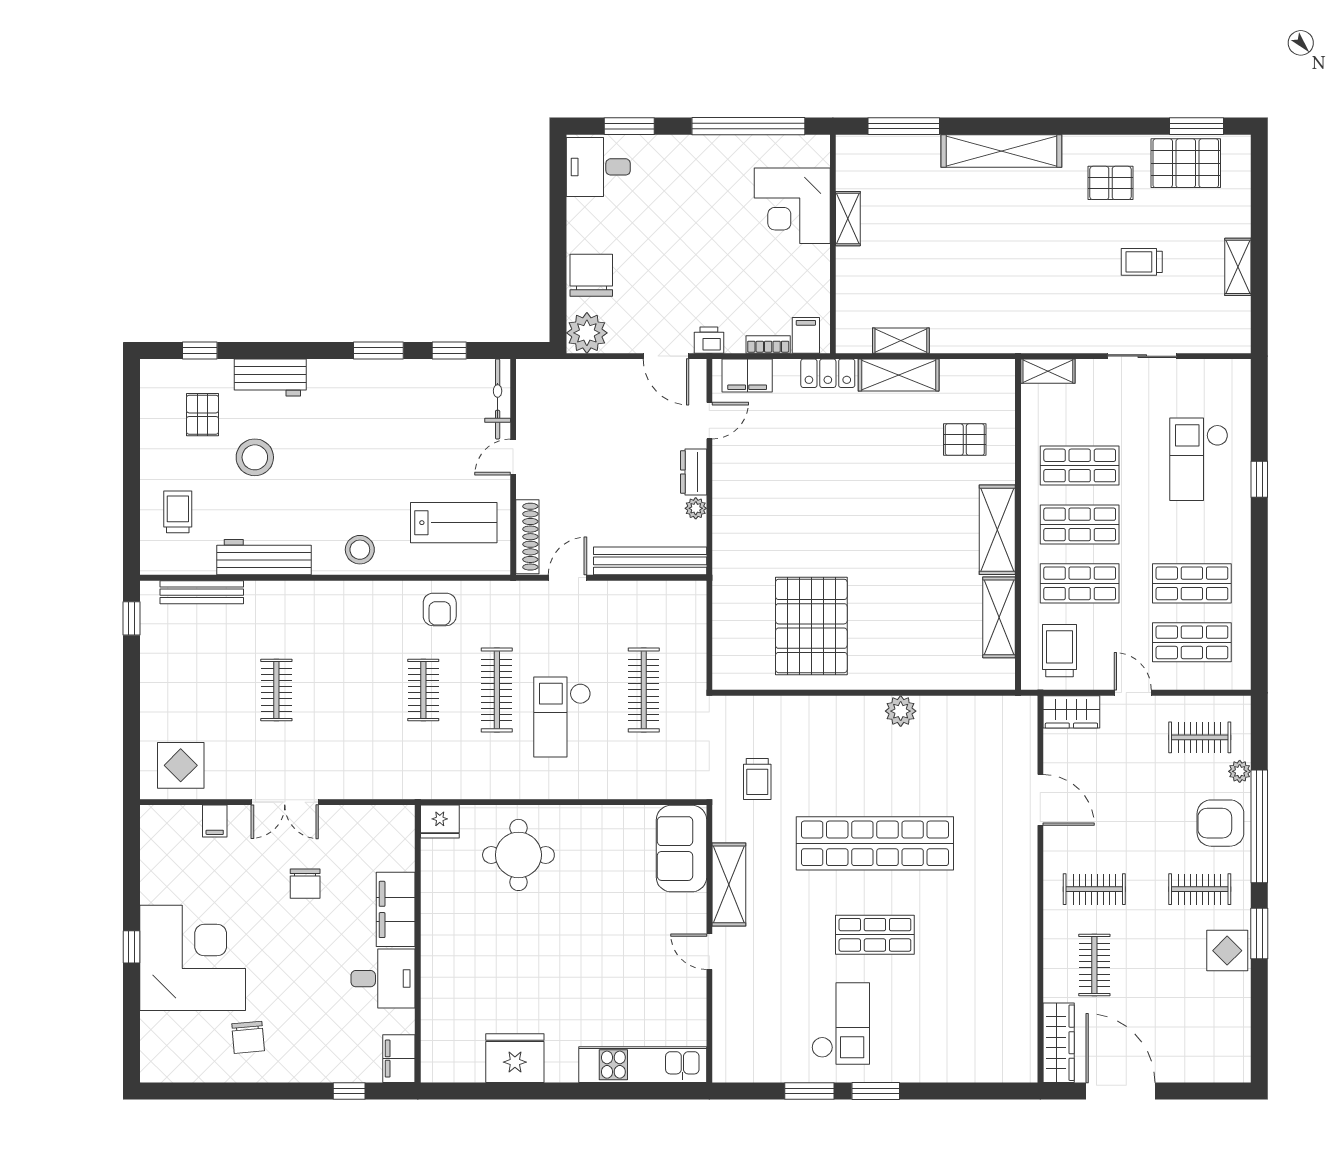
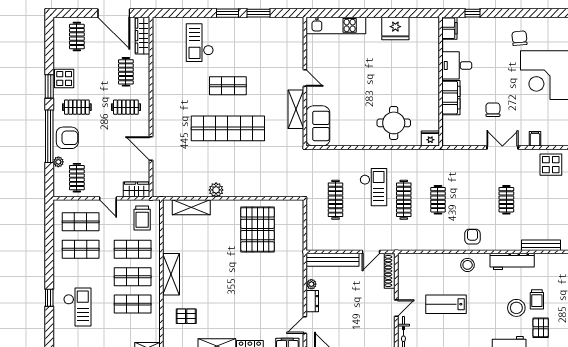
trolley: (178, 512) -> (537, 299), moved
lab bench: (454, 523) -> (446, 304), moved
armchair: (440, 609) -> (472, 237), moved
shelving: (999, 617) -> (191, 207), moved, turned 90
clothes rail: (1200, 737) -> (77, 178), turned 90
trolley: (757, 779) -> (283, 158), removed
checkout: (841, 1024) -> (200, 43), moved
clothes rail: (1200, 1041) -> (77, 37), added

